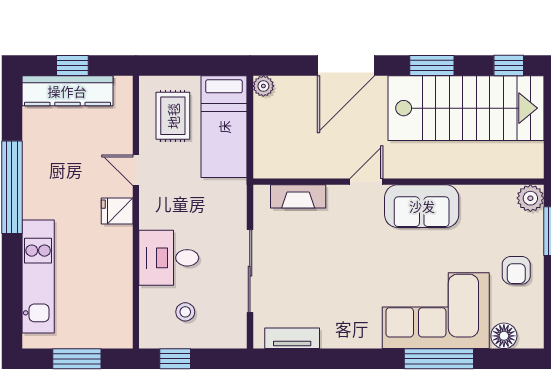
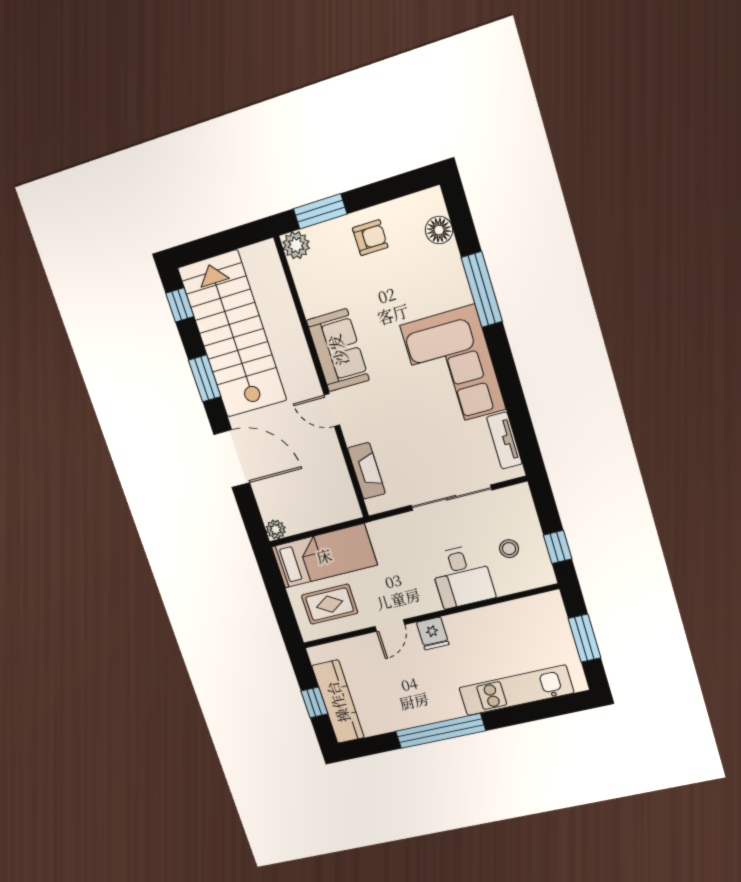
corner sofa: (436, 311) -> (453, 367), moved

